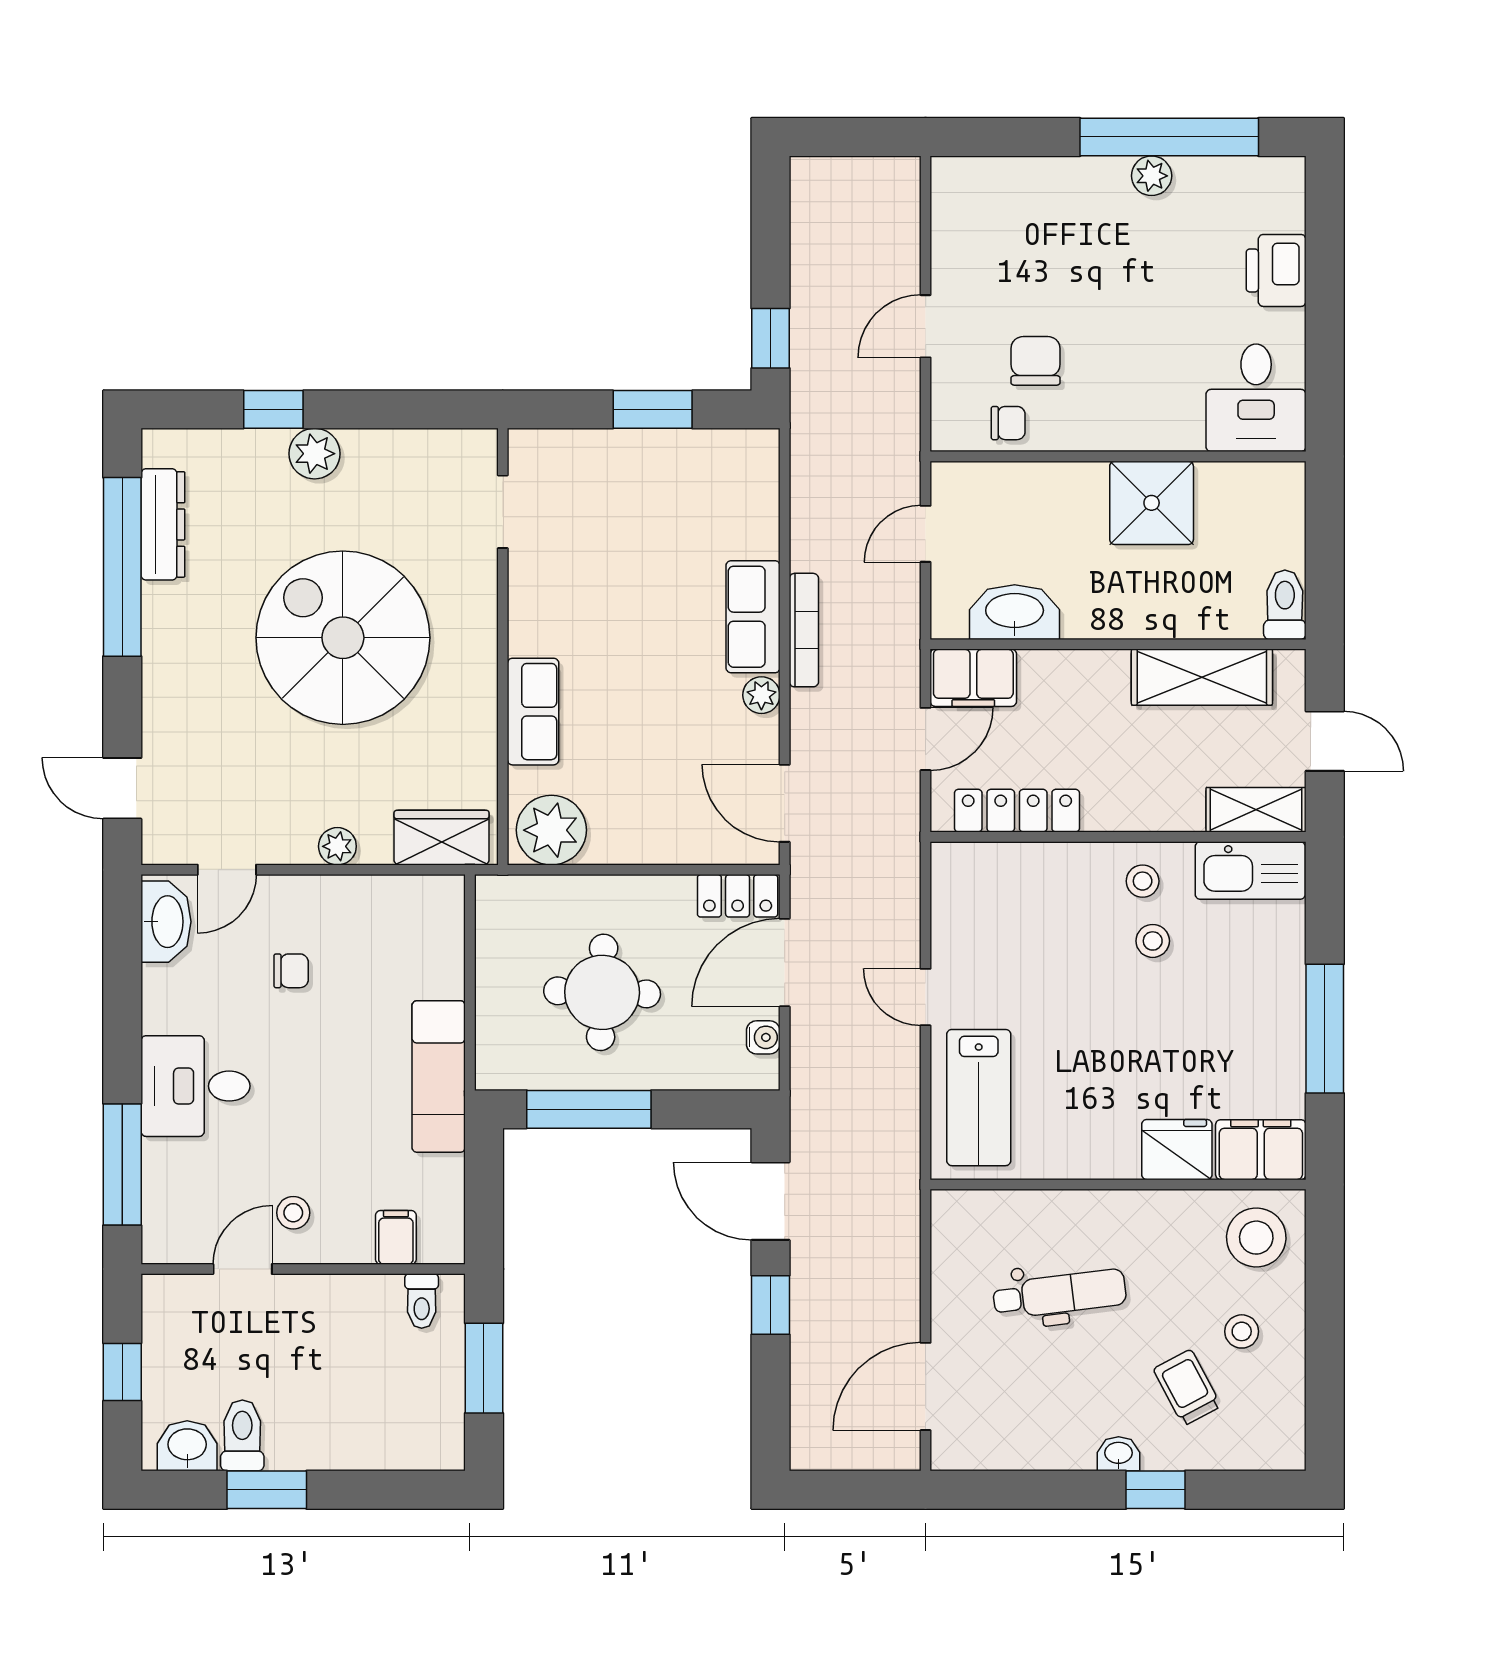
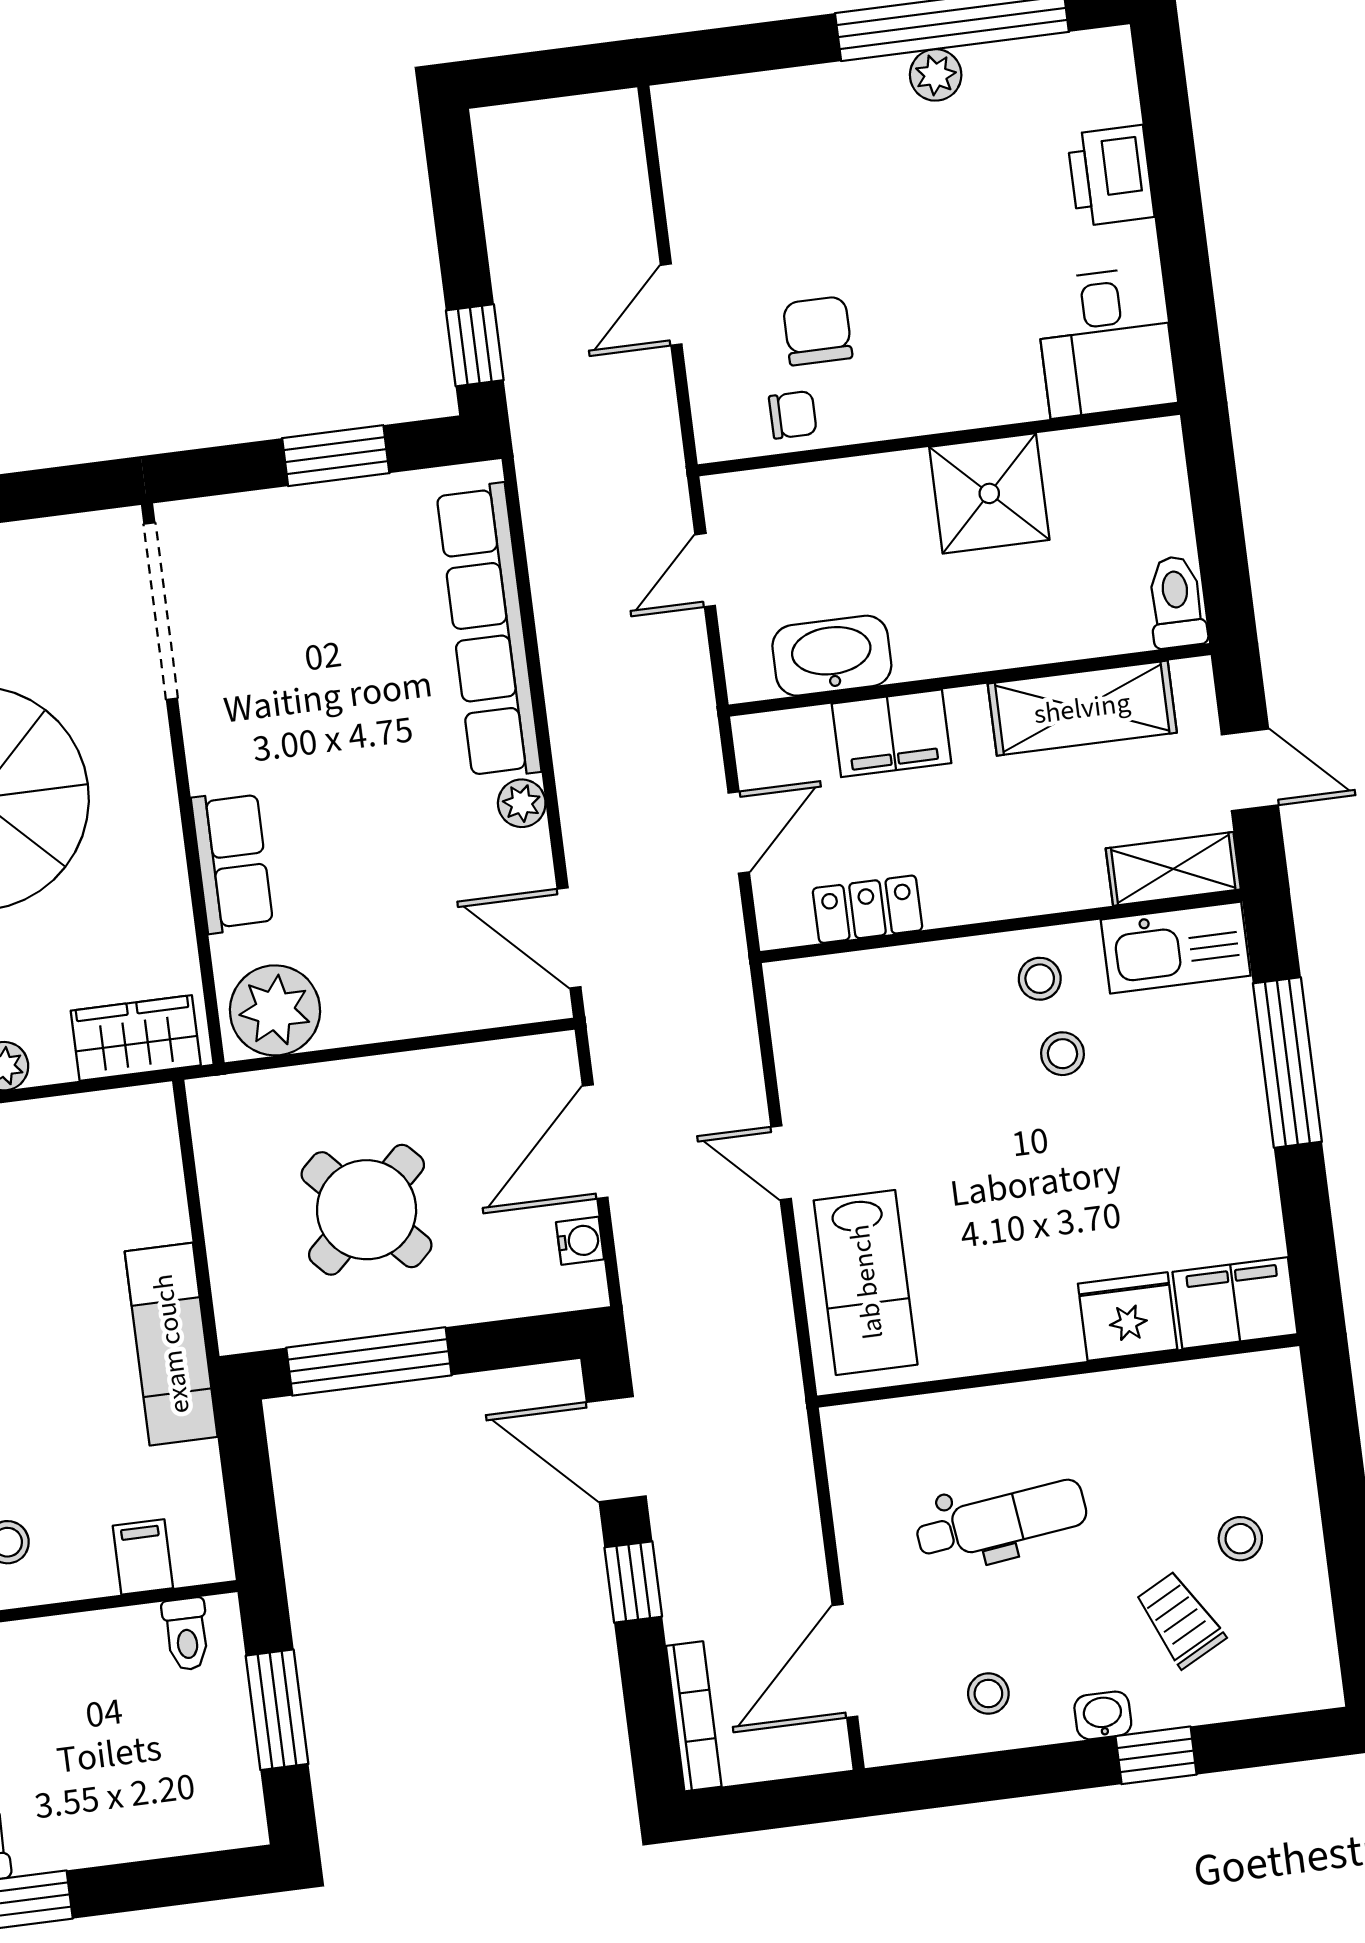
doorway: (503, 512) -> (161, 611), width x1.88
row of seats: (753, 617) -> (489, 631), width x2.02
bookcase: (804, 630) -> (694, 1716), moved
filing cabinet: (973, 678) -> (891, 733), moved
locker: (1017, 811) -> (868, 909), width x0.66
locker: (738, 896) -> (524, 1064), removed
round table: (602, 992) -> (367, 1210), turned 45
window: (1325, 1029) -> (1287, 1063), moved
stool: (1256, 1238) -> (988, 1693), moved, width x0.53, depth x0.53

